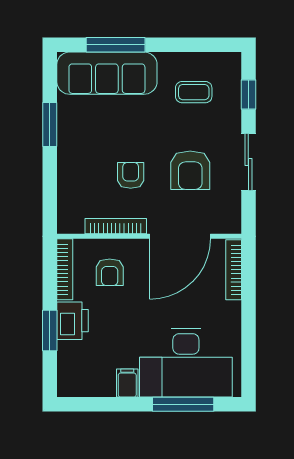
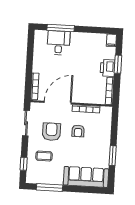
window: (116, 45) -> (50, 187), moved
coffee table: (194, 92) -> (44, 156), moved
sliding door: (248, 162) -> (26, 123), moved
armchair: (110, 272) -> (90, 88), removed
desk: (186, 363) -> (59, 43), width x0.53, depth x0.77
filing cabinet: (127, 383) -> (111, 40), moved

